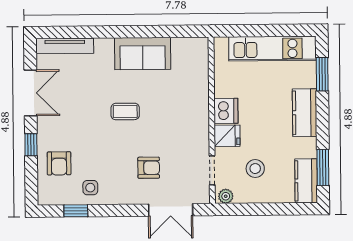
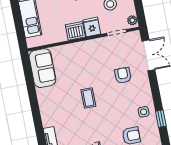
sofa: (143, 54) -> (42, 68), moved

